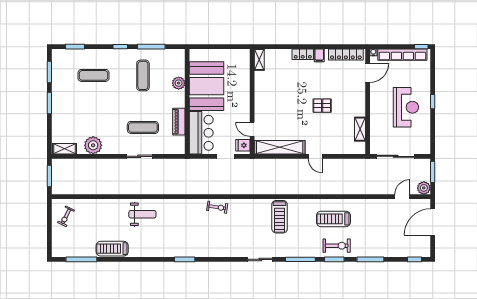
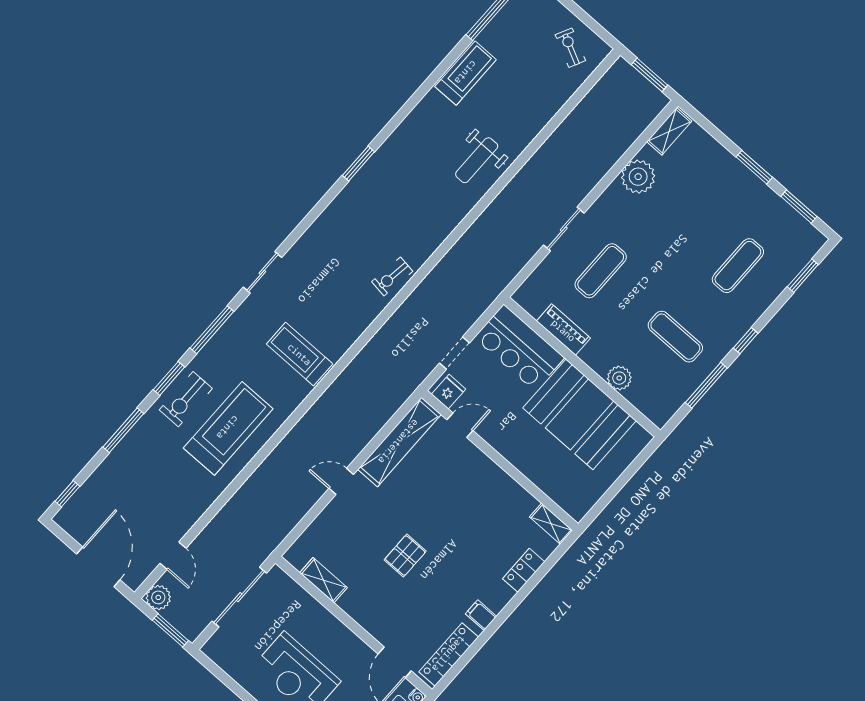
locker: (303, 54) -> (524, 570), moved
treadmill: (333, 219) -> (228, 428), width x1.37, depth x1.38

